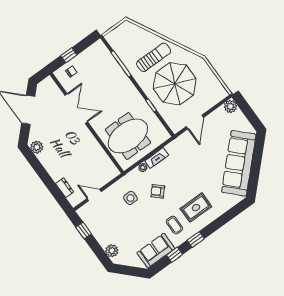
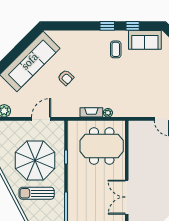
armchair: (158, 191) -> (66, 78), moved
side table: (130, 198) -> (135, 96), removed
rug: (196, 208) -> (89, 51), removed

